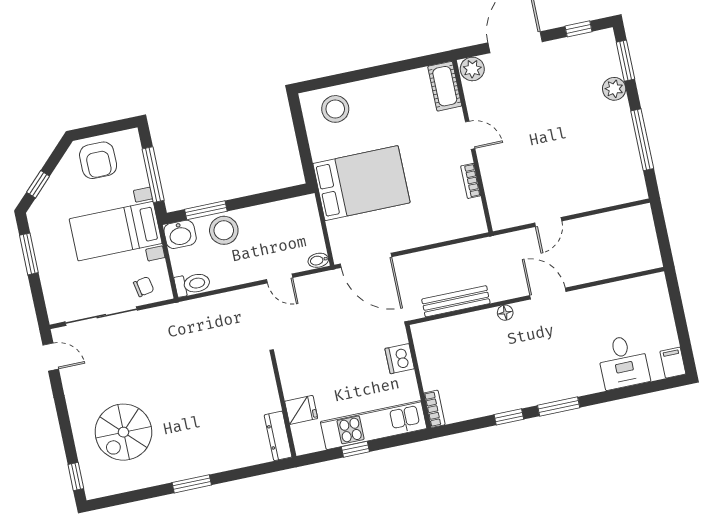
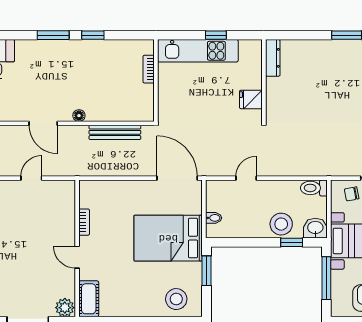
window: (305, 152) -> (206, 271), added
window: (206, 210) -> (292, 242), width x0.67
bidet: (318, 260) -> (214, 218), moved
door: (280, 279) -> (246, 178), hinge flipped
dishwasher: (400, 359) -> (167, 97), removed
bookcase: (434, 409) -> (149, 69), moved
fridge: (301, 410) -> (251, 99), moved

